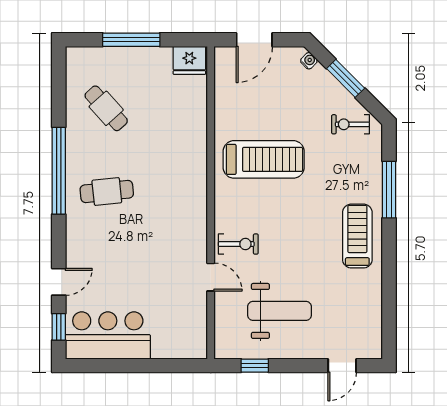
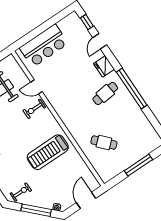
fridge: (189, 60) -> (104, 66), moved, turned -90
window: (346, 78) -> (36, 210), width x1.44
cafe table: (106, 108) -> (104, 143), moved
bar counter: (108, 335) -> (44, 46), moved

